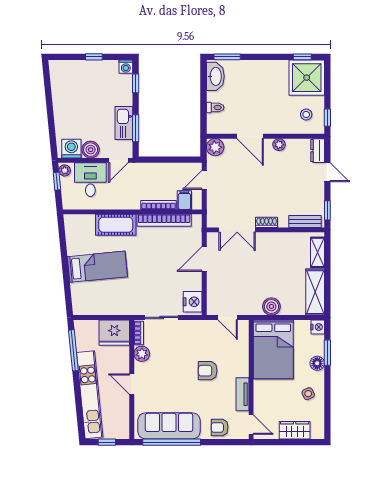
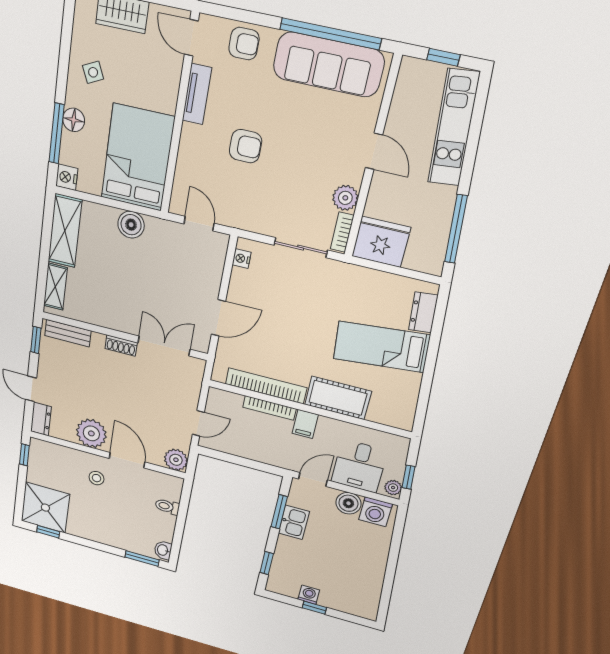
washing machine: (126, 67) -> (309, 595), moved
washbasin: (215, 76) -> (163, 550), width x0.52, depth x0.69
stool: (306, 115) -> (96, 478), moved
kitchen sink: (124, 123) -> (294, 522), width x0.73
plant: (279, 145) -> (91, 433), width x1.87, depth x1.87
filing cabinet: (184, 200) -> (305, 424), moved
dresser: (78, 295) -> (423, 312), added
nightstand: (193, 302) -> (242, 259), width x0.53, depth x0.56
window: (327, 353) -> (57, 134), width x1.44
kitchen unit: (90, 395) -> (454, 128), width x0.73

